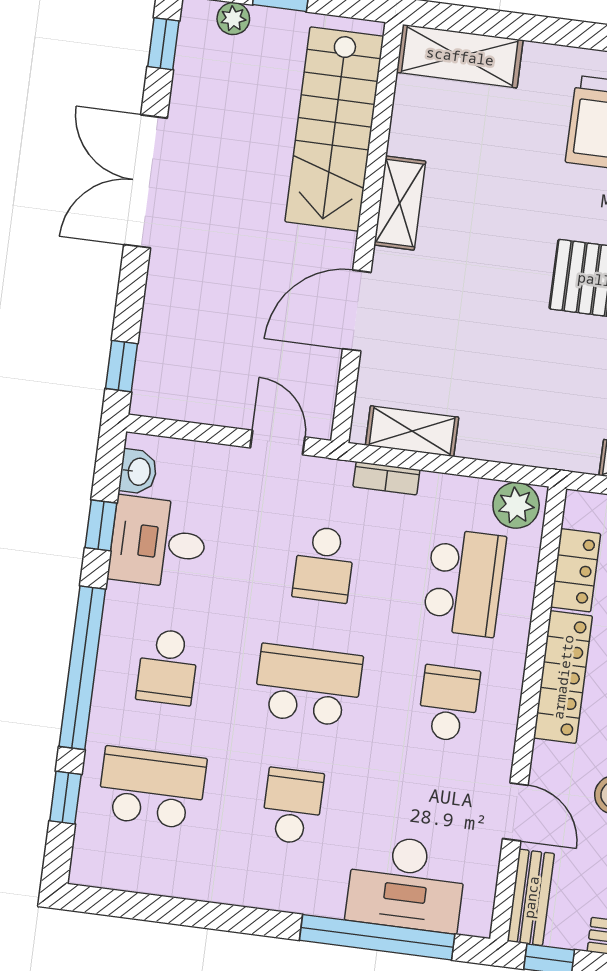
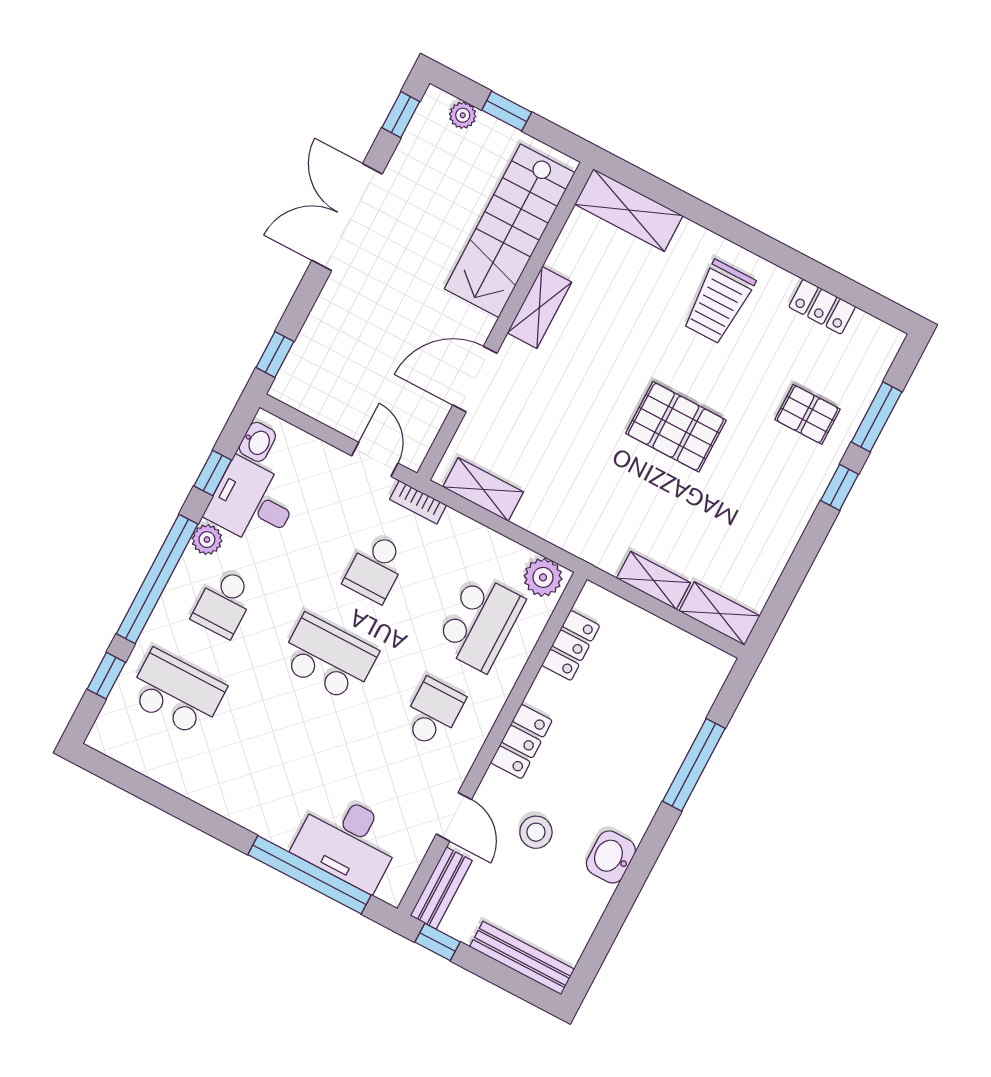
bookcase: (386, 478) -> (418, 502), moved
plant: (122, 603) -> (207, 540), added
locker: (563, 677) -> (521, 742), width x0.66
school desk: (292, 806) -> (281, 748), removed

